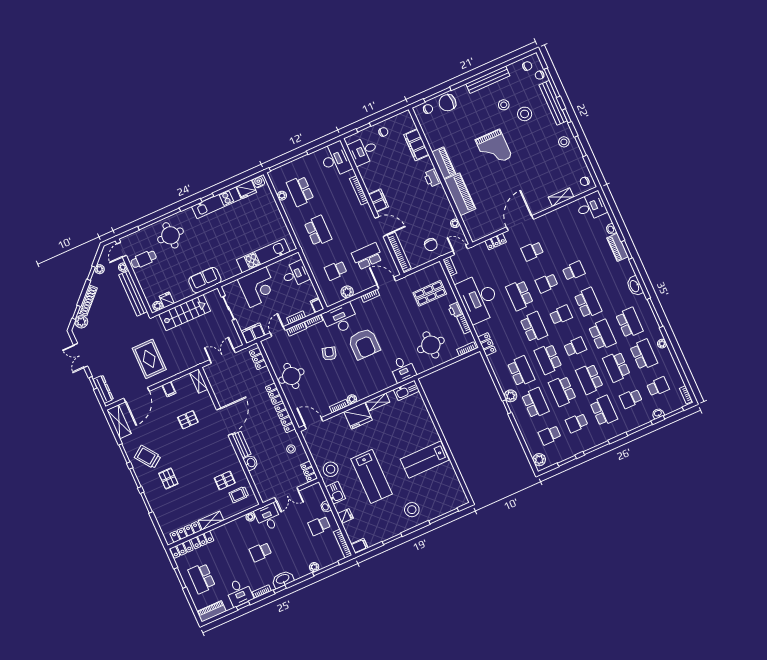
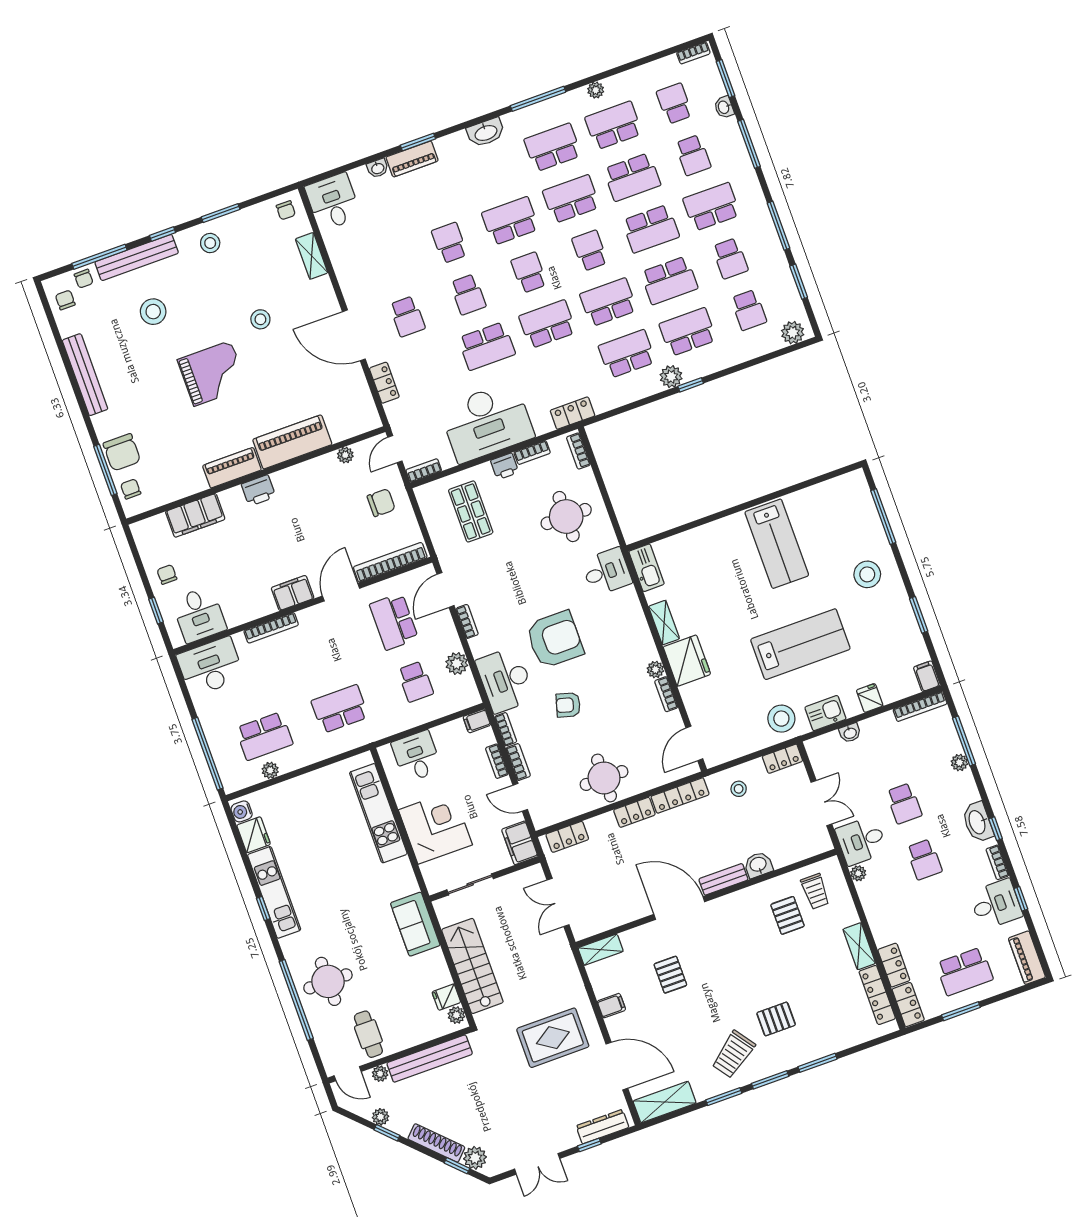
stool: (504, 105) -> (260, 319), moved
school desk: (548, 359) -> (608, 302), turned 180
school desk: (319, 526) -> (904, 803), moved

